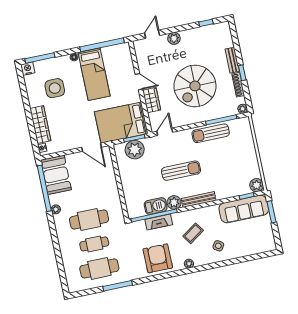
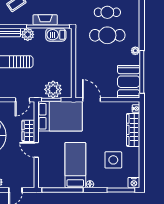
barbecue: (156, 206) -> (56, 35), moved

